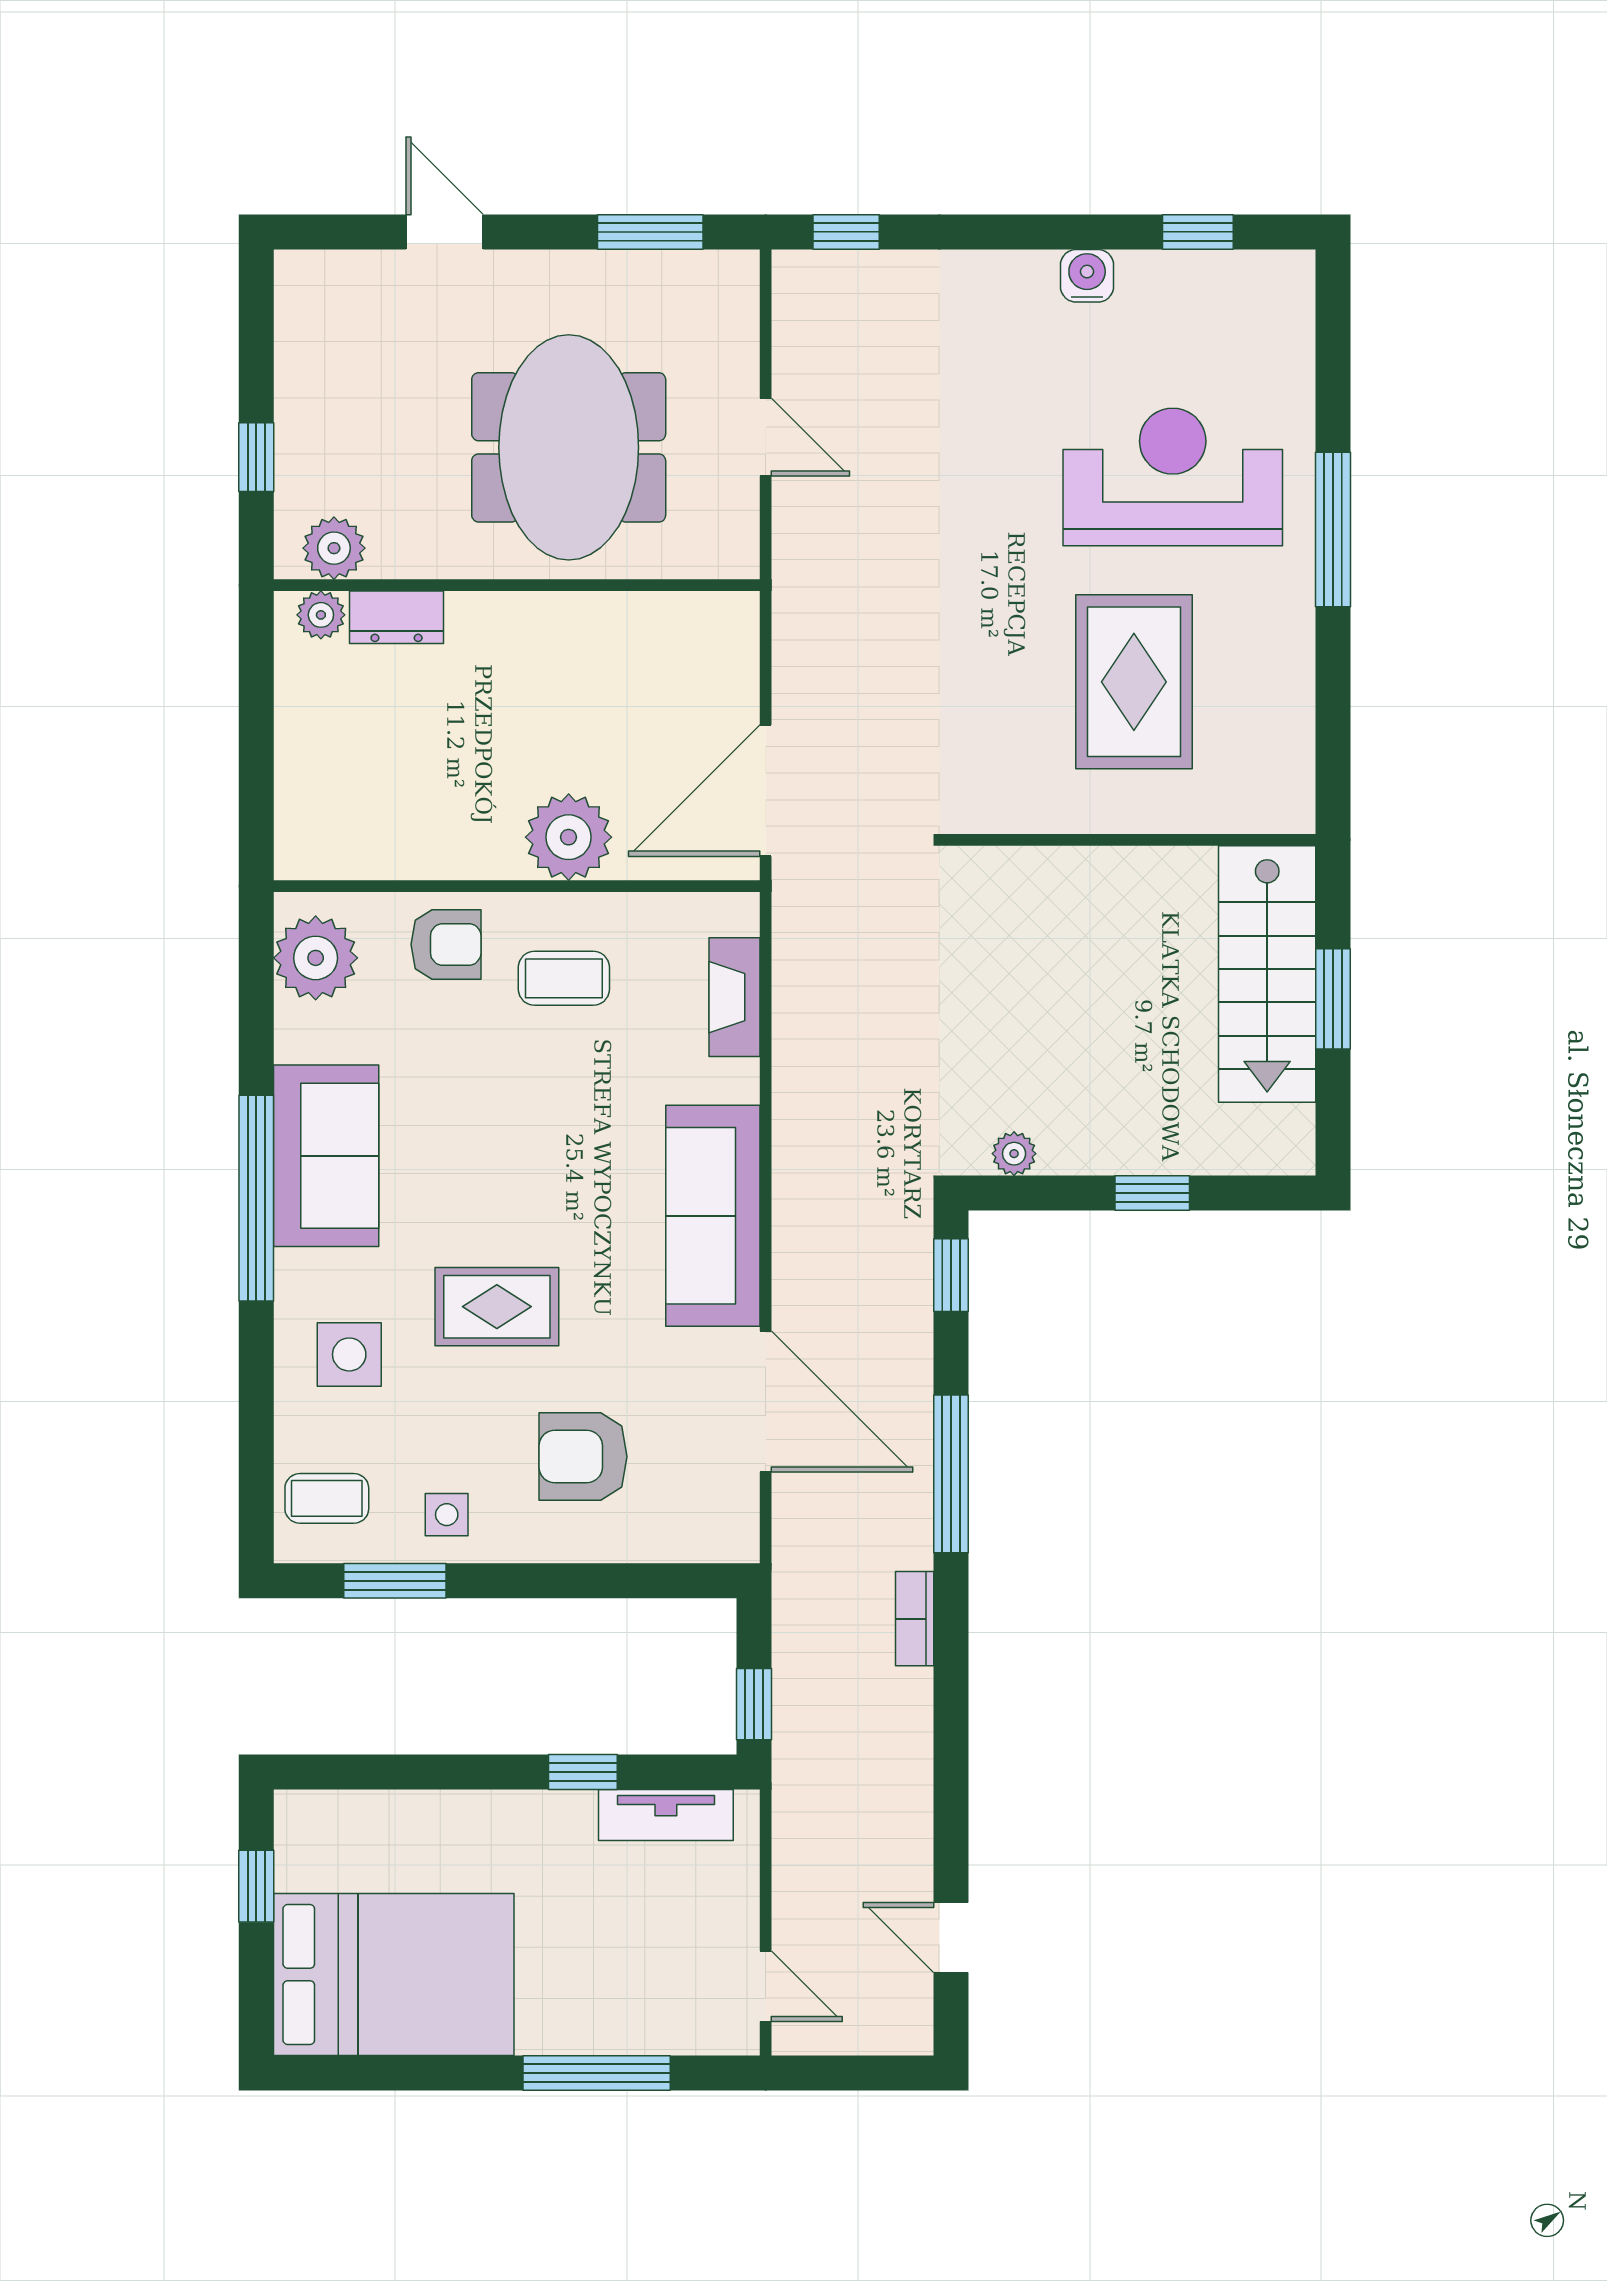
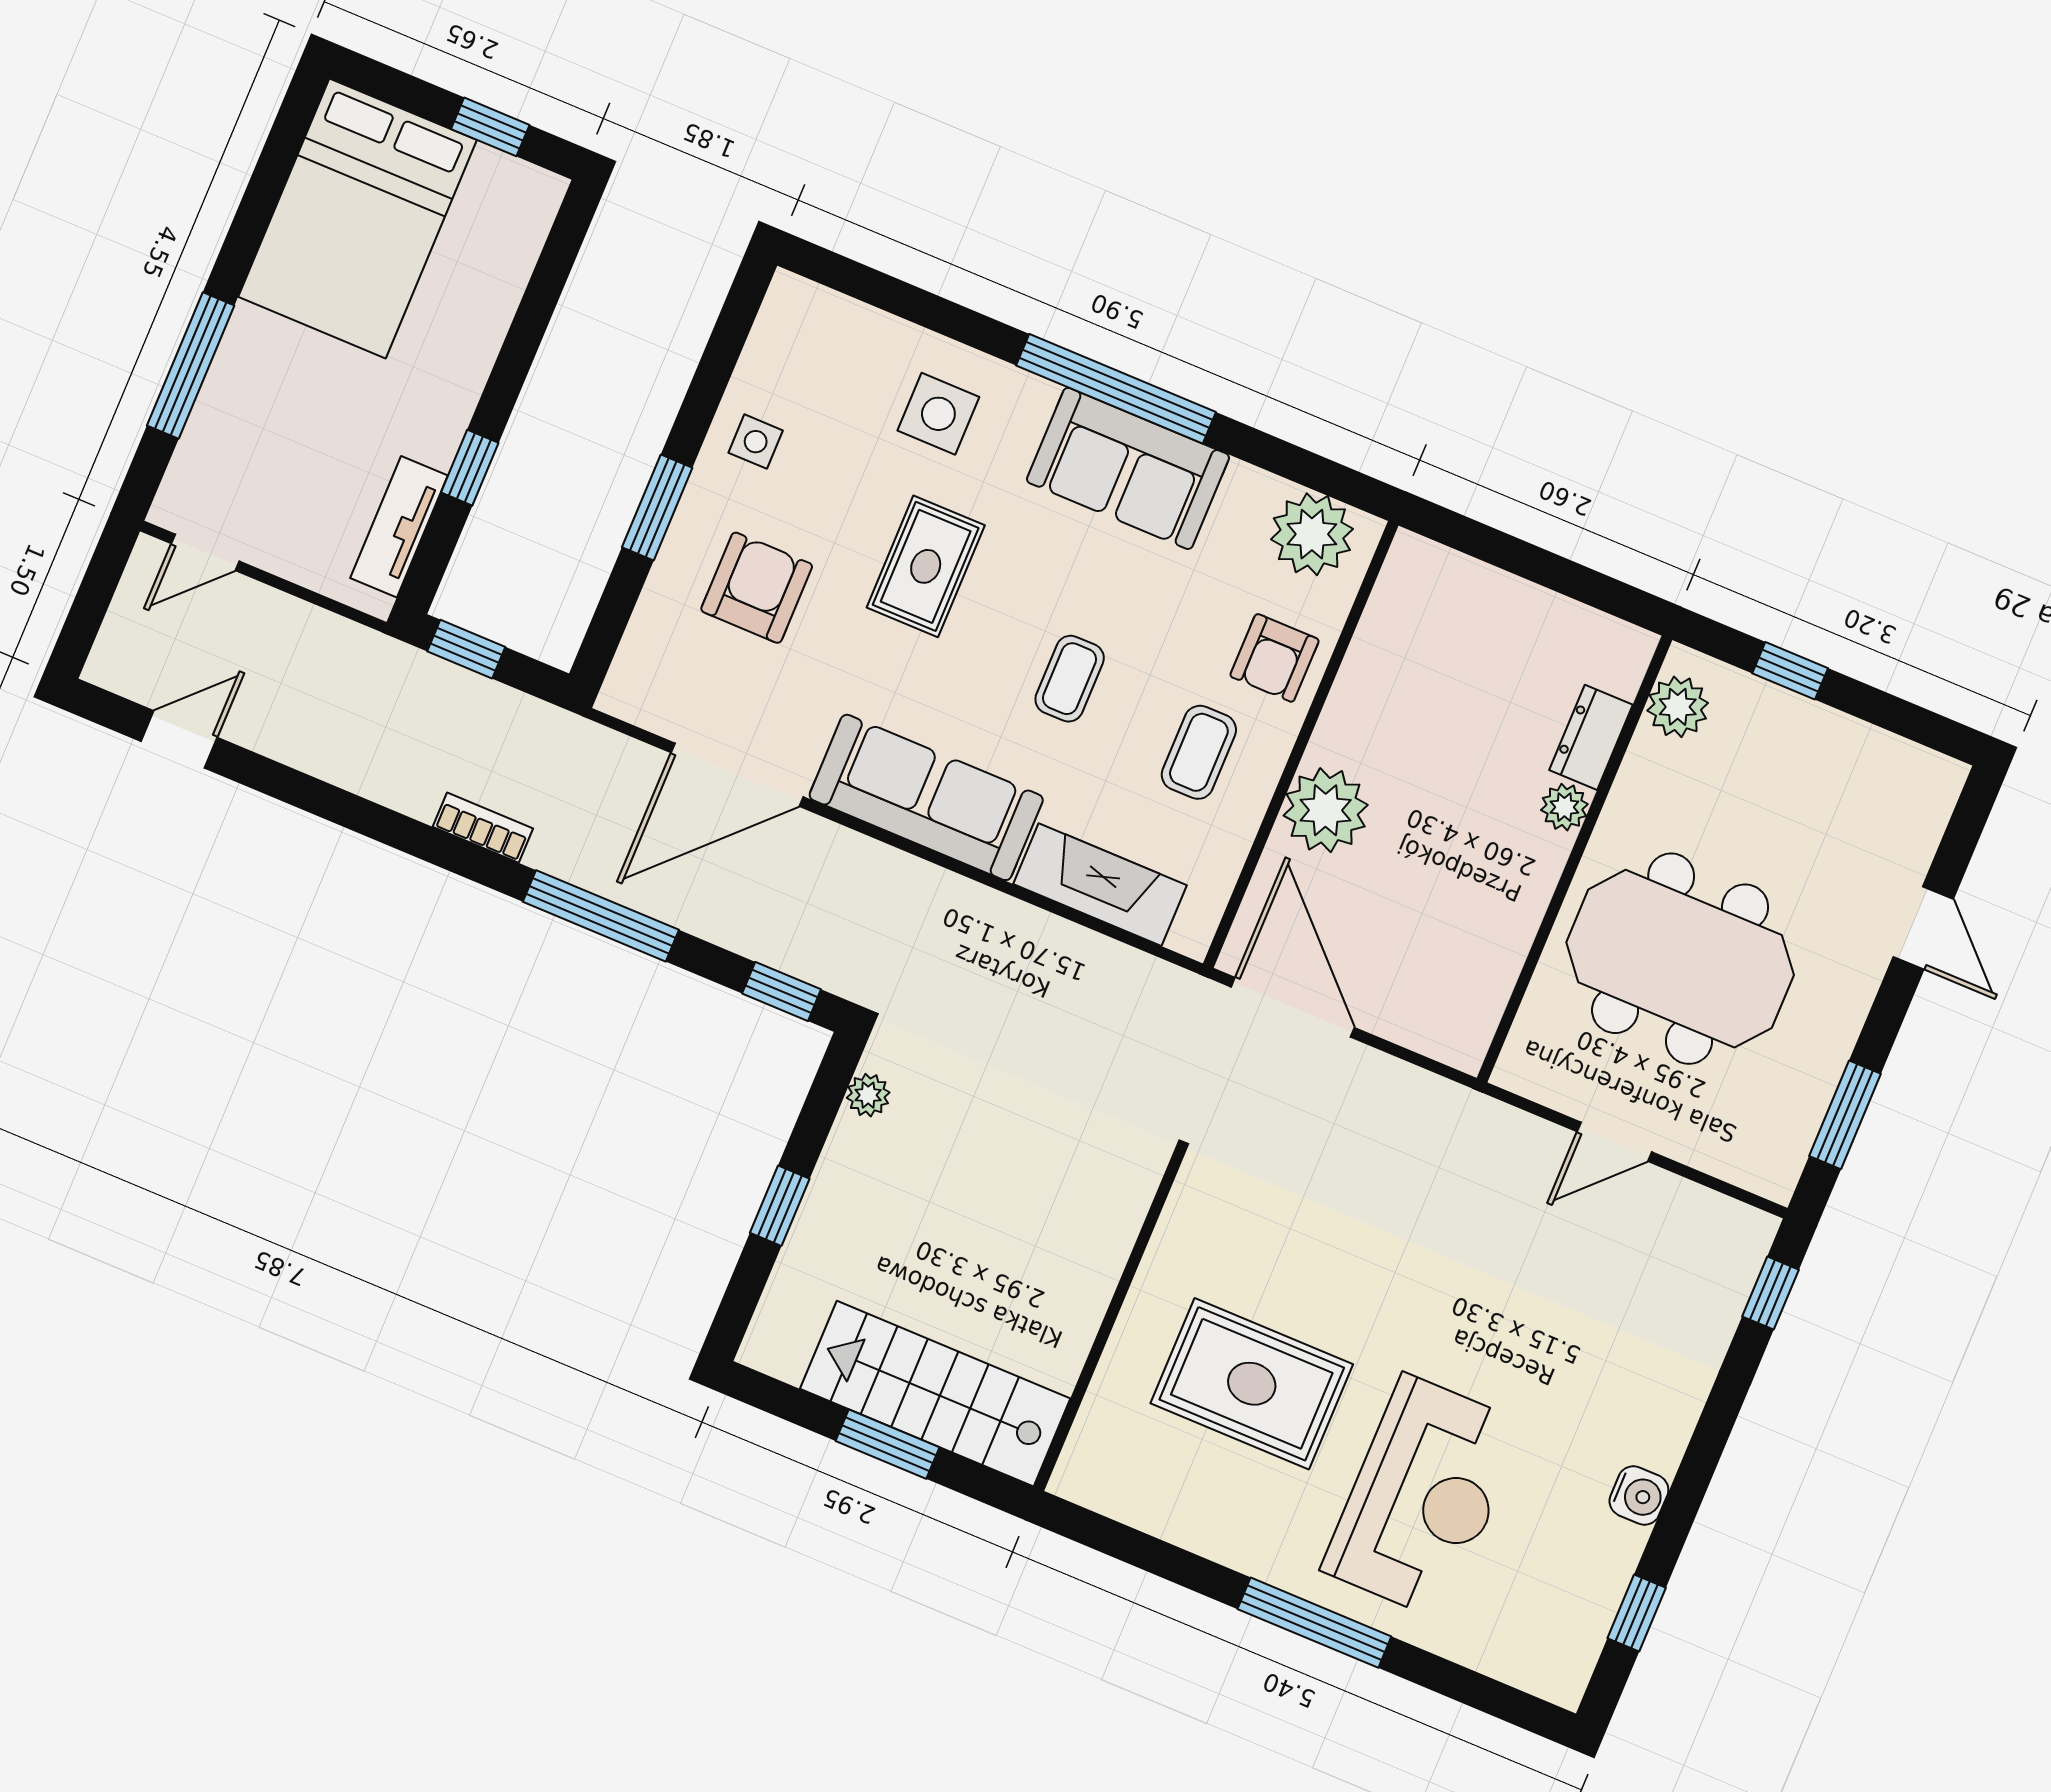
door: (445, 232) -> (1923, 928), hinge flipped
plant: (321, 615) -> (1564, 807), moved
fireplace: (734, 997) -> (1100, 885), width x1.37, depth x1.32
coffee table: (327, 1498) -> (1070, 679), moved
window: (395, 1581) -> (657, 508), moved

